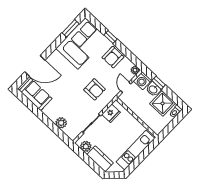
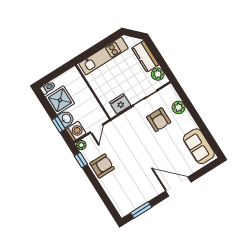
window: (110, 37) -> (81, 160), moved
corner sofa: (82, 43) -> (133, 190), removed
door: (35, 66) -> (178, 187), moved
armchair: (95, 89) -> (159, 120), moved, turned 180

